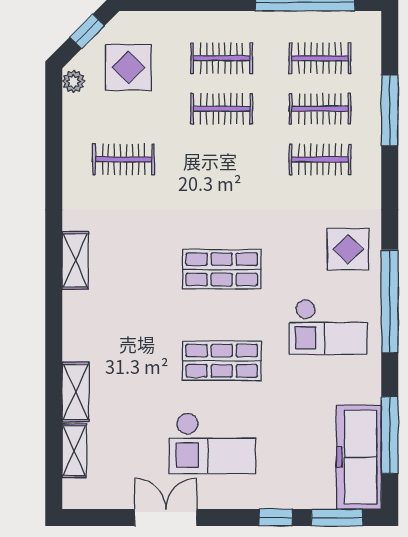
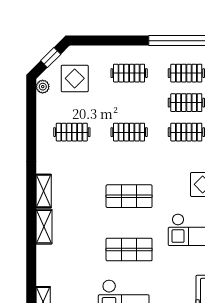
clothes rail: (222, 109) -> (129, 132), moved
shelving: (76, 392) -> (44, 227), moved

